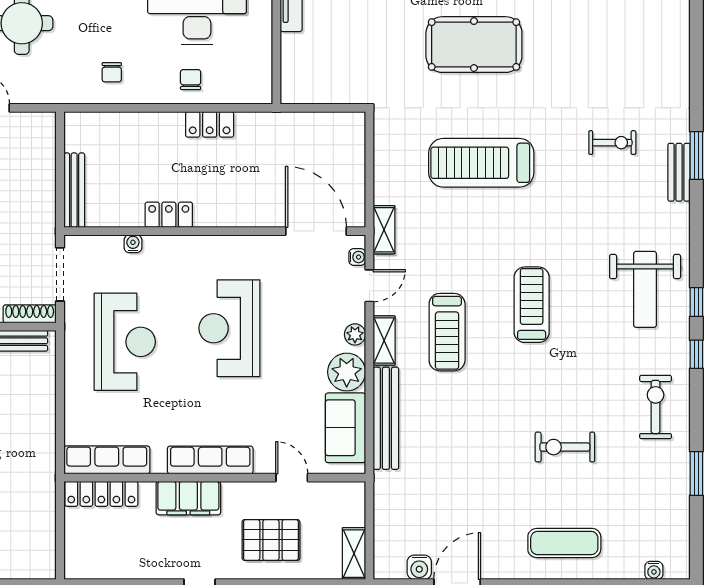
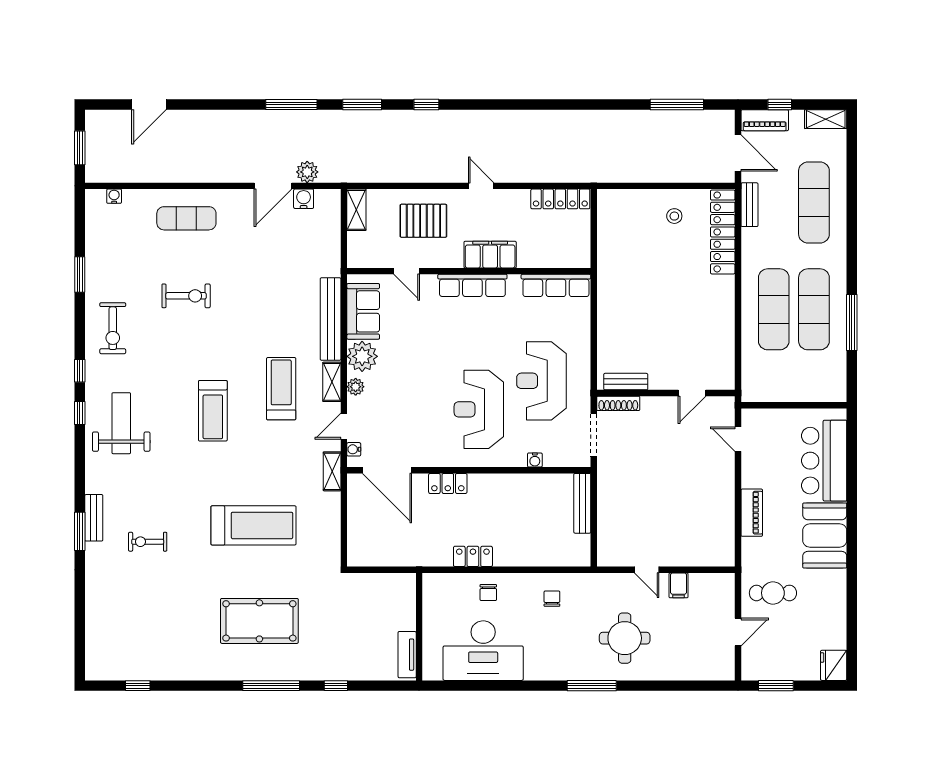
locker: (169, 215) -> (448, 483), moved
reception desk: (229, 328) -> (479, 409), moved, turned 180
locker: (101, 494) -> (560, 199), moved, turned 180

